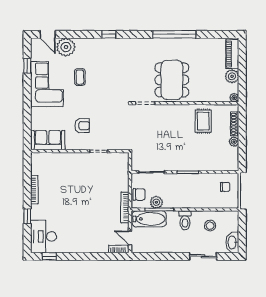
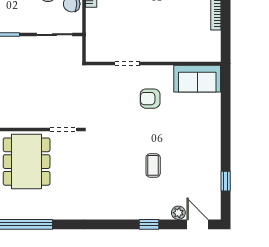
window: (109, 34) -> (149, 224), moved
plant: (66, 47) -> (178, 213), width x0.53, depth x0.53
corner sofa: (47, 84) -> (199, 156), removed

